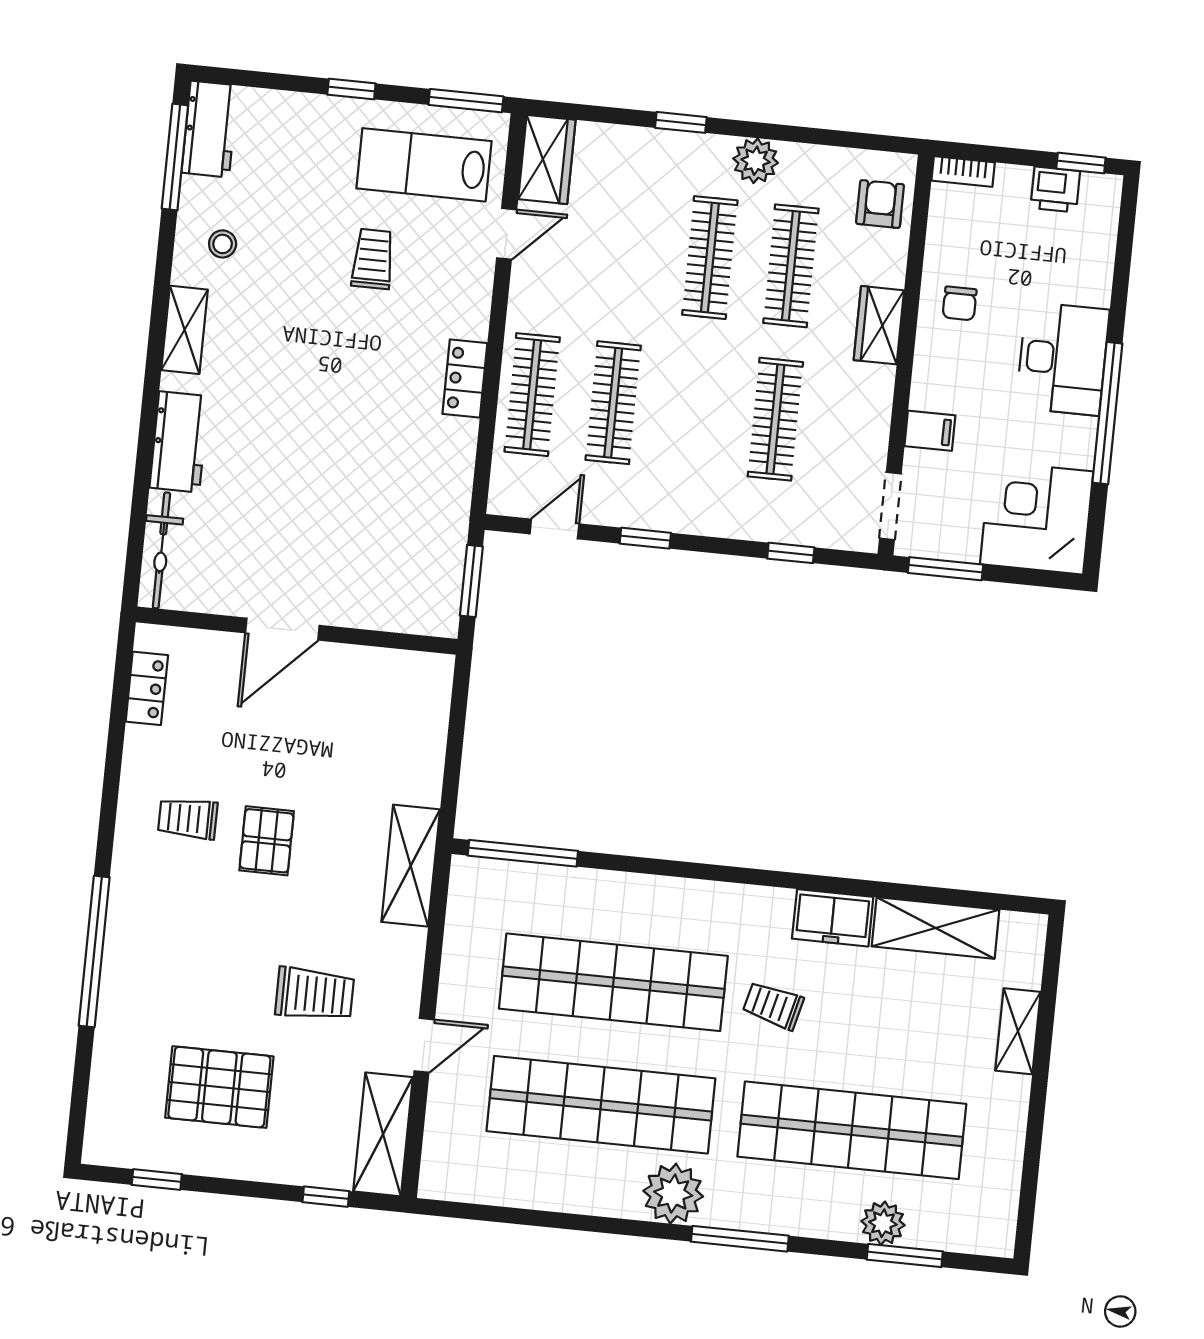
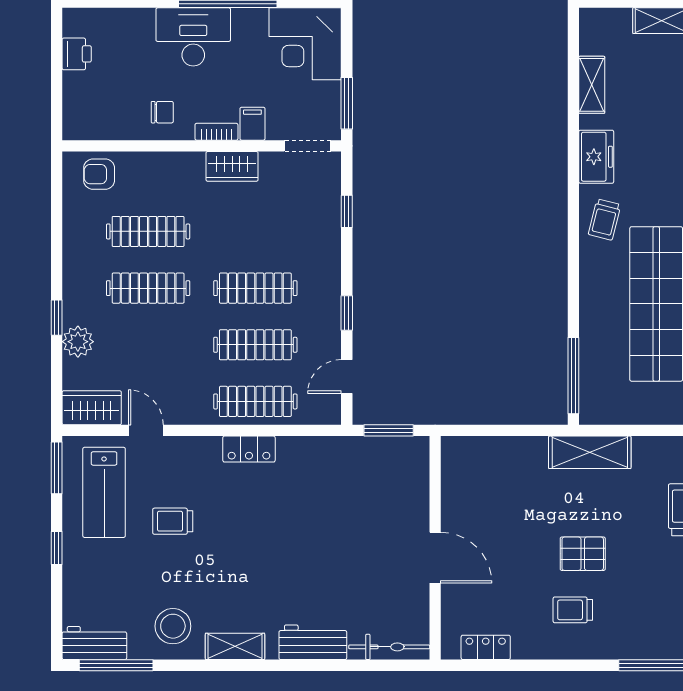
plant: (756, 161) -> (78, 342), moved
window: (1081, 163) -> (57, 38), removed
bookcase: (963, 171) -> (216, 132), moved, turned -90
stool: (223, 244) -> (173, 626), width x1.89, depth x1.89
wardrobe: (879, 325) -> (232, 166), moved
clothes rail: (775, 419) -> (255, 288), moved
door: (554, 529) -> (347, 377), hinge flipped
trolley: (188, 818) -> (573, 610), turned 90
shelving: (936, 928) -> (592, 85), width x0.67, depth x0.75
trolley: (773, 1005) -> (605, 219), moved

